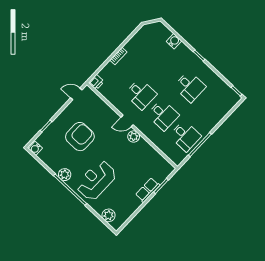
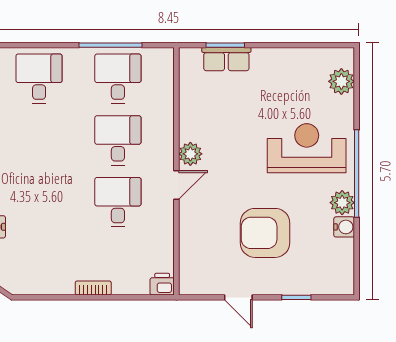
desk: (190, 87) -> (39, 79), moved
door: (76, 94) -> (238, 297), moved
door: (127, 121) -> (176, 185), hinge flipped
water cooler: (35, 148) -> (344, 227), moved
reception desk: (96, 180) -> (307, 148), turned 180
row of seats: (148, 190) -> (226, 59), moved

